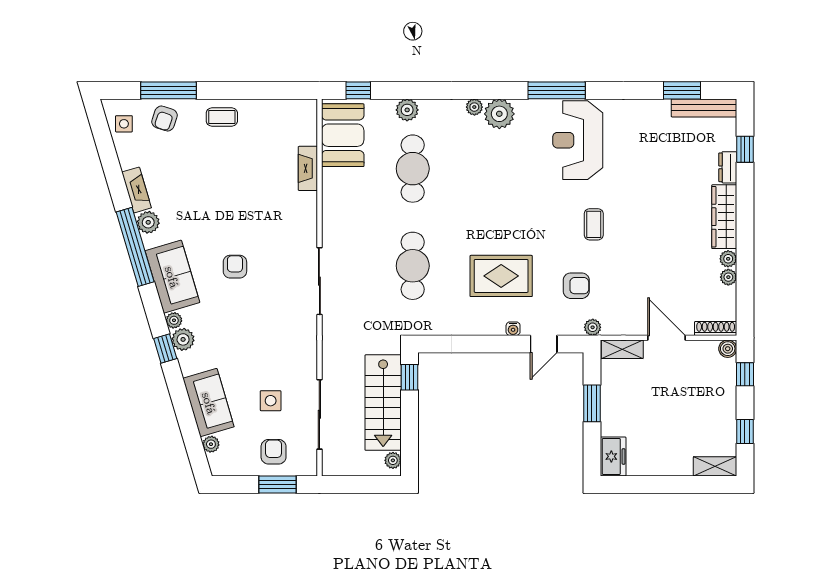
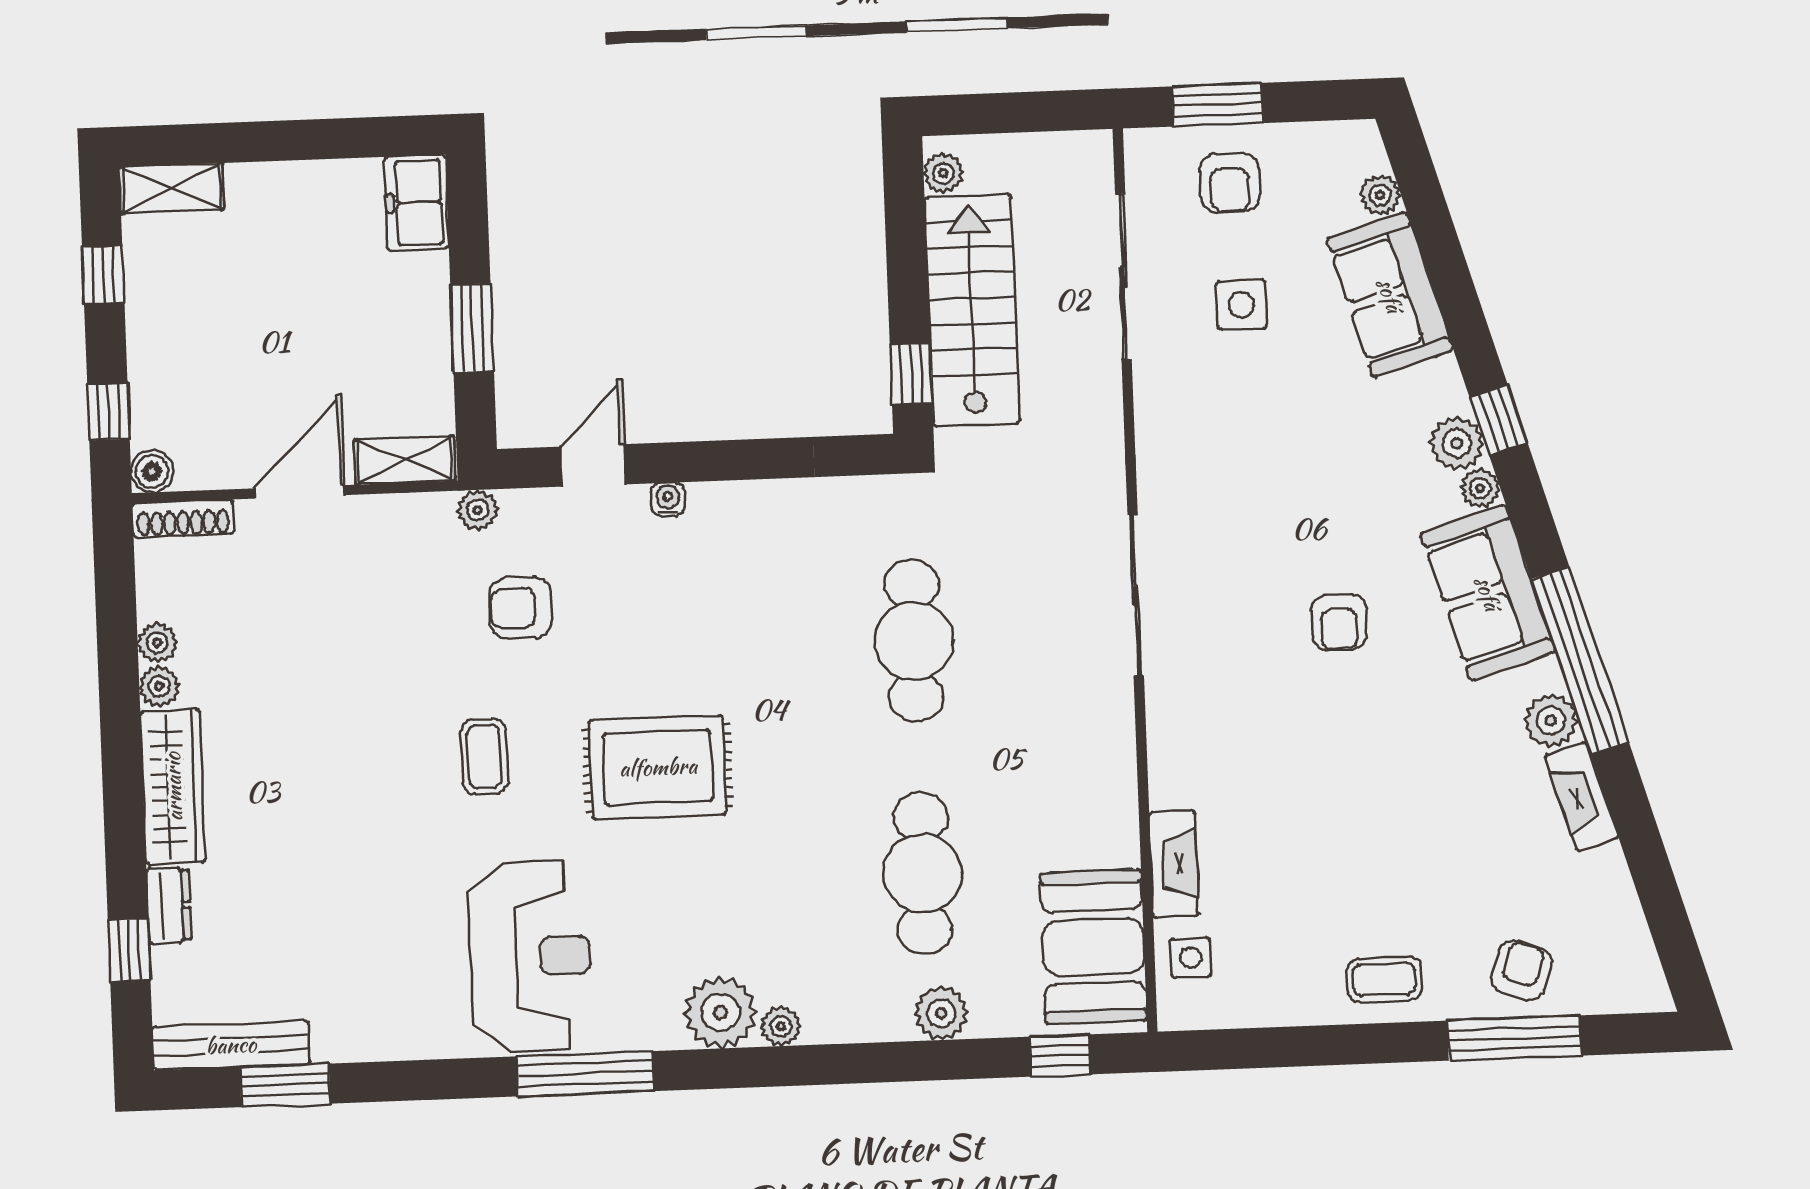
side table: (124, 124) -> (1191, 958), moved
rug: (501, 276) -> (658, 767), moved
door: (666, 338) -> (300, 492), swing flipped

